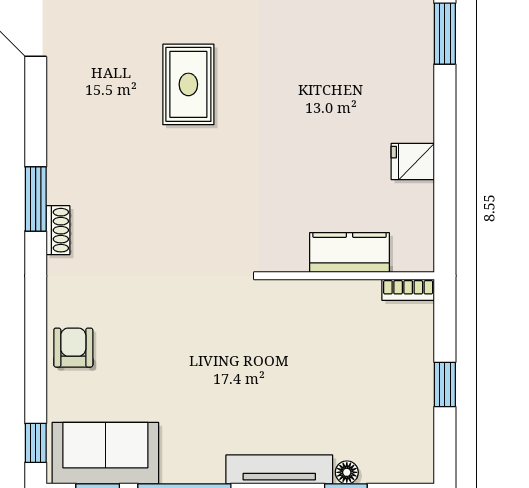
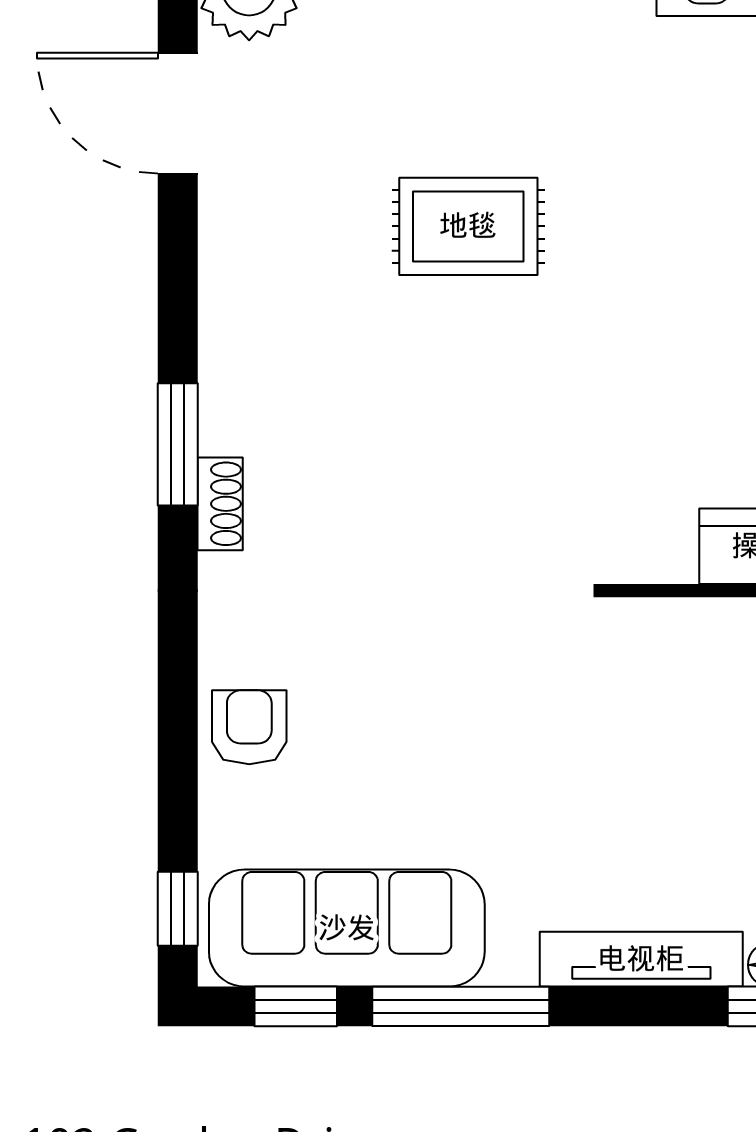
rug: (188, 84) -> (468, 226), turned 90
sofa: (105, 453) -> (347, 928), width x1.36

